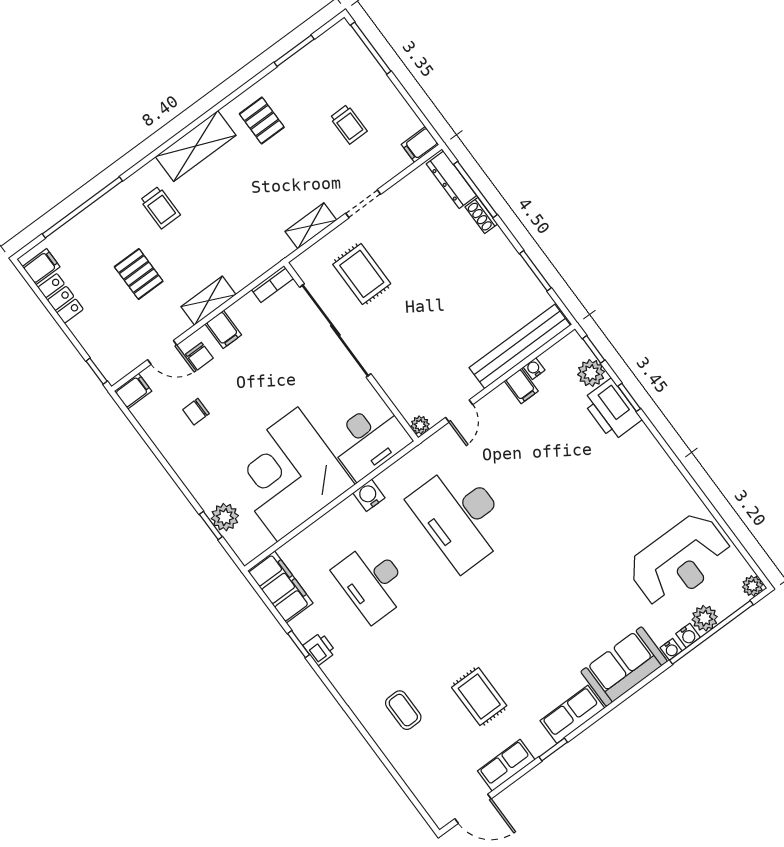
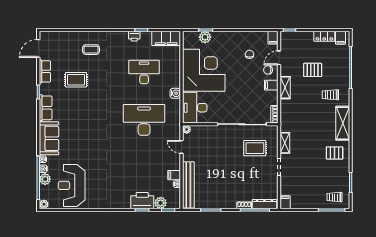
trolley: (348, 124) -> (334, 197), moved

